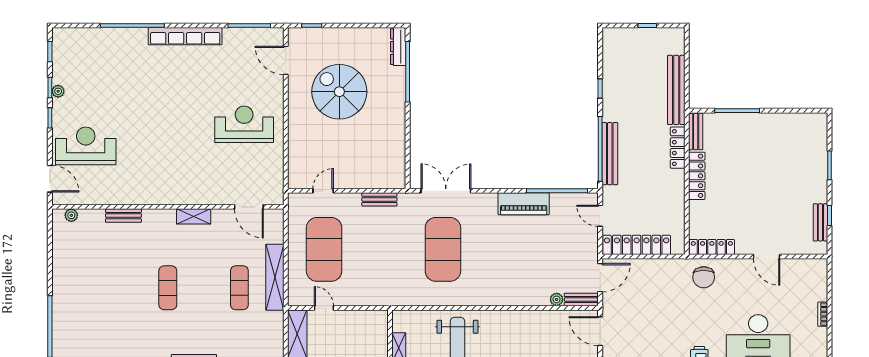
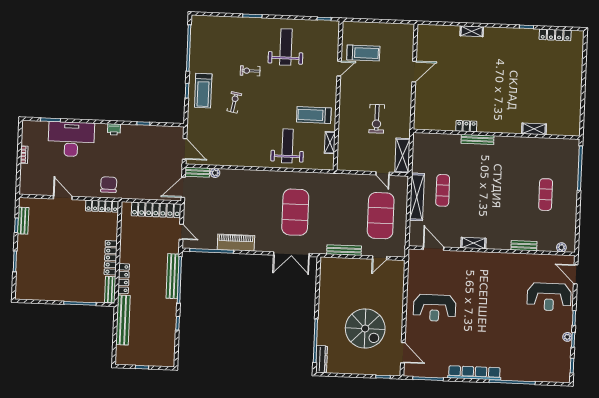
bench: (379, 199) -> (344, 250), width x1.36
exercise mat: (168, 288) -> (546, 195), moved

